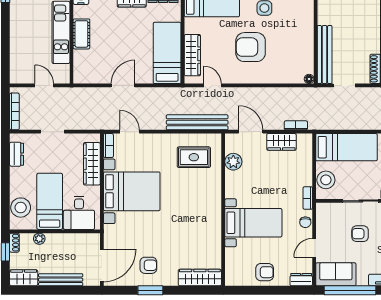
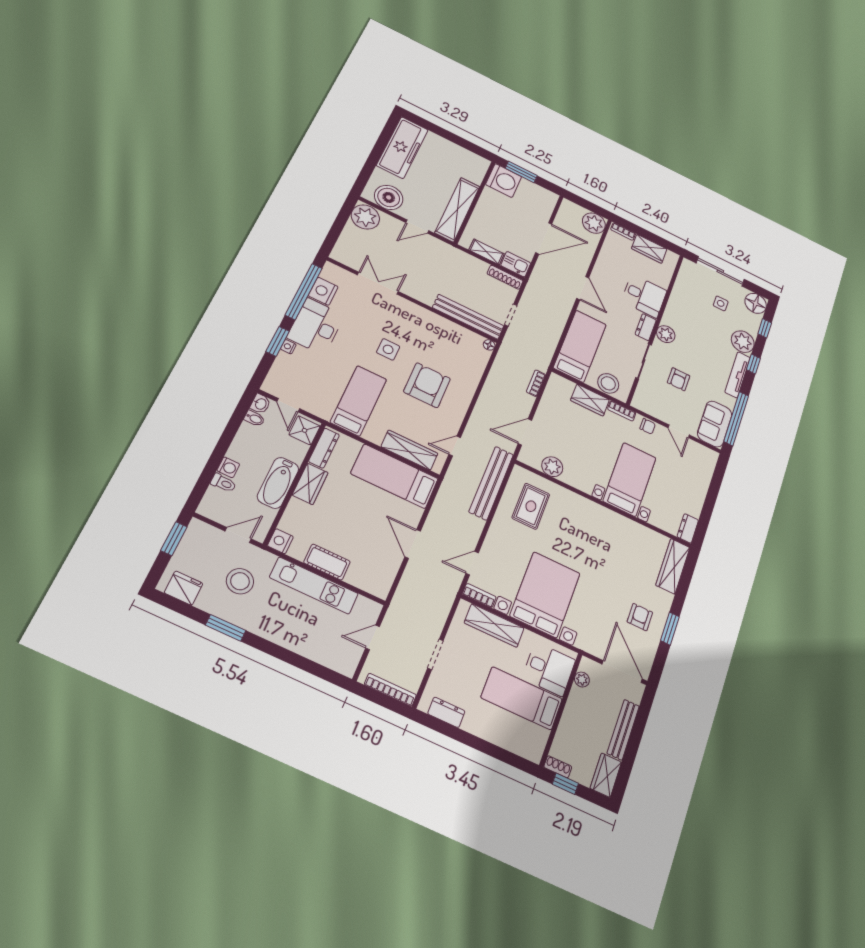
armchair: (251, 47) -> (427, 385), turned 180
wardrobe: (281, 142) -> (590, 400), moved, turned 90
stool: (21, 208) -> (516, 738), removed
plant: (39, 239) -> (582, 680), moved
armchair: (265, 272) -> (689, 494), removed
dresser: (301, 280) -> (688, 528), moved

